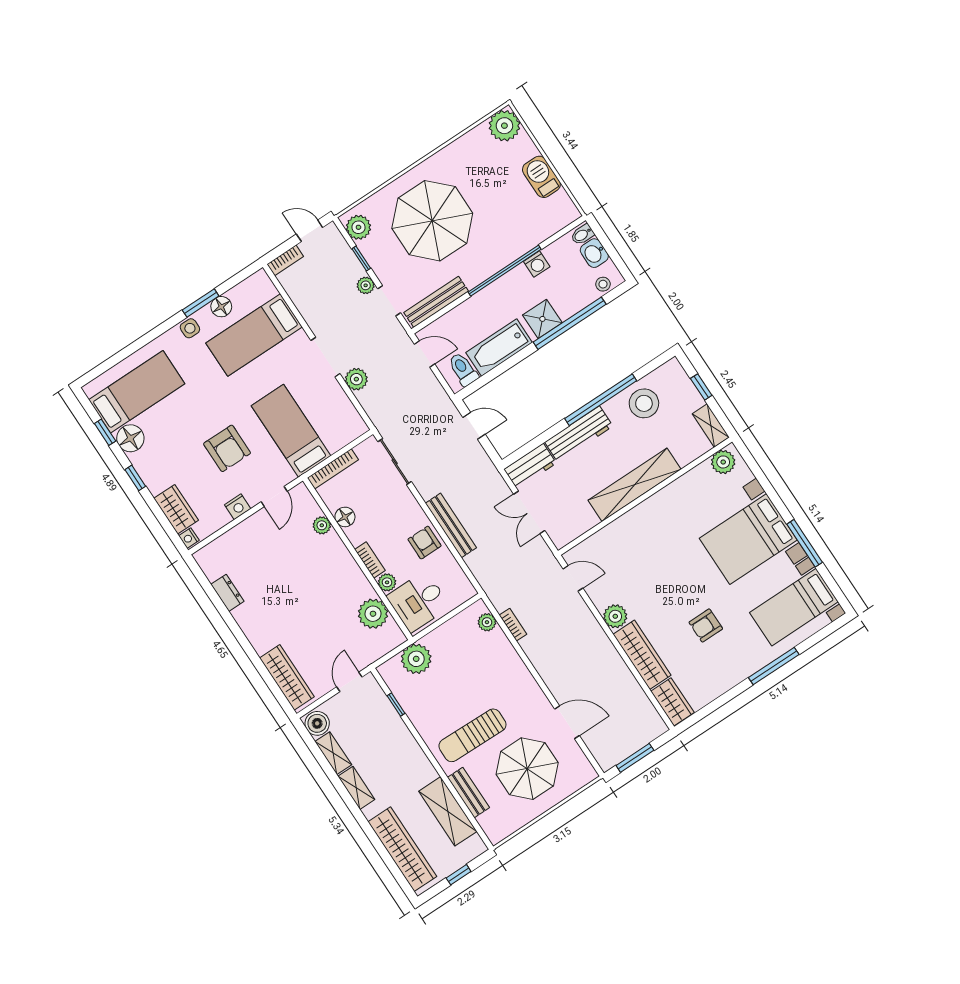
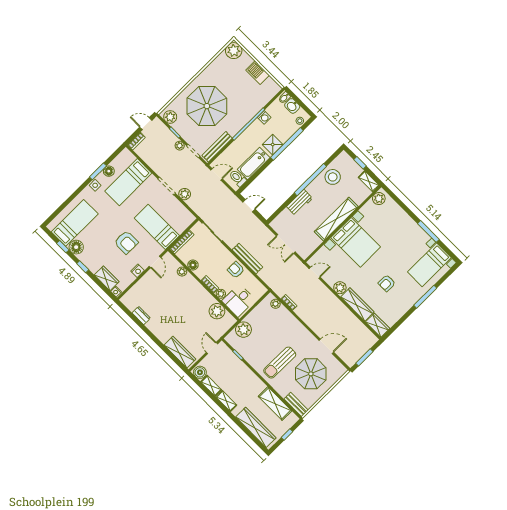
workbench: (579, 434) -> (300, 202), width x0.73
workbench: (530, 466) -> (281, 220), removed
bed with nightstands: (748, 539) -> (356, 242), moved, turned -90
bench: (468, 793) -> (296, 405), moved

